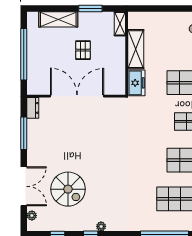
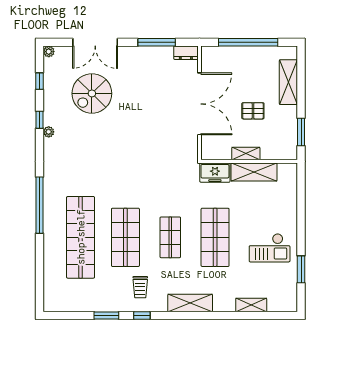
window: (90, 8) -> (301, 132), moved
shelving: (120, 24) -> (246, 154), moved
plant: (32, 216) -> (49, 52), moved

